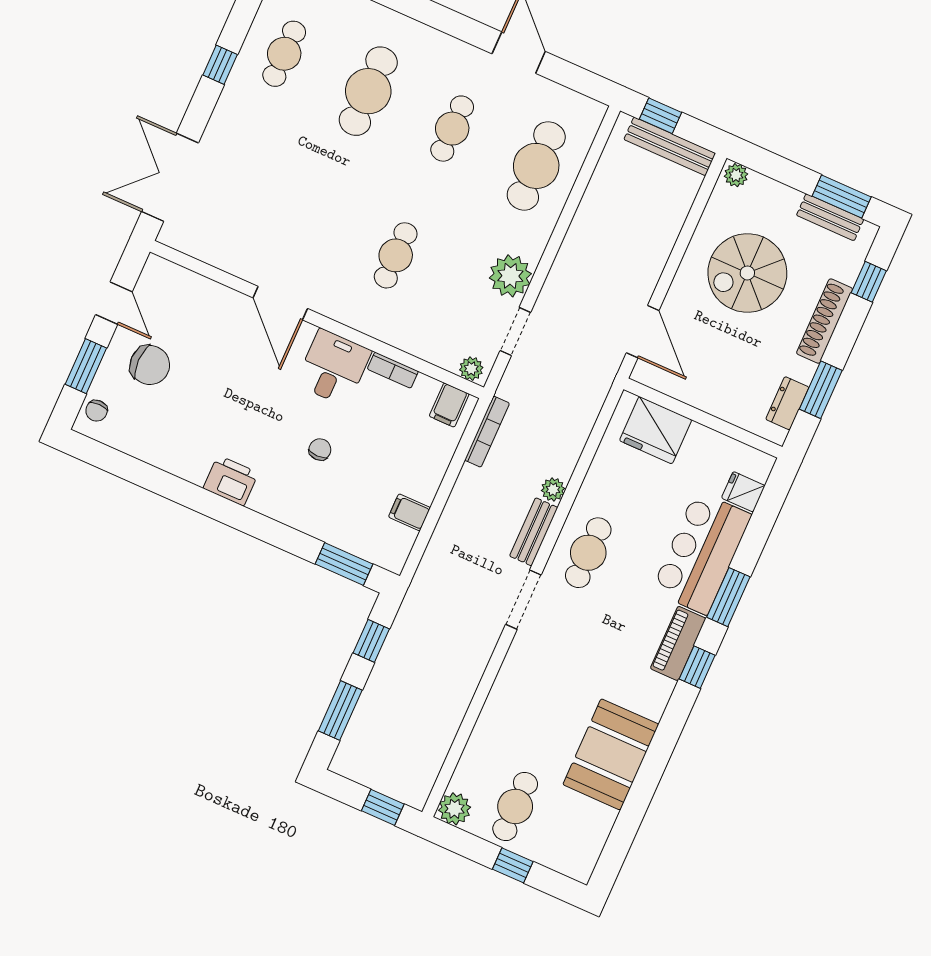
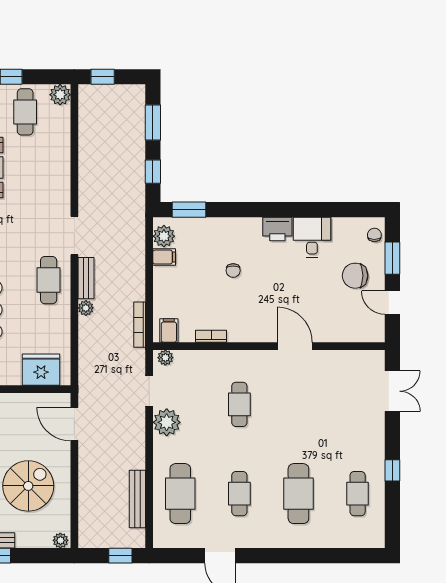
bench: (670, 146) -> (137, 499), moved, turned 90
double door: (170, 177) -> (392, 391), width x0.73
desk: (333, 367) -> (312, 237), moved, turned 180
plant: (397, 542) -> (164, 236), added

